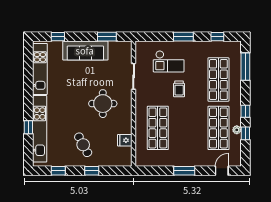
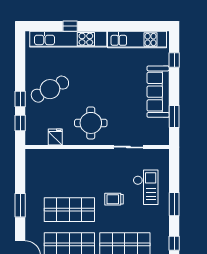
checkout: (169, 61) -> (146, 187), turned 180
round table: (103, 104) -> (91, 123), moved
shop shelf: (158, 128) -> (69, 210), moved
cafe table: (83, 145) -> (50, 89), width x1.37, depth x1.35
window: (58, 171) -> (20, 123), moved

